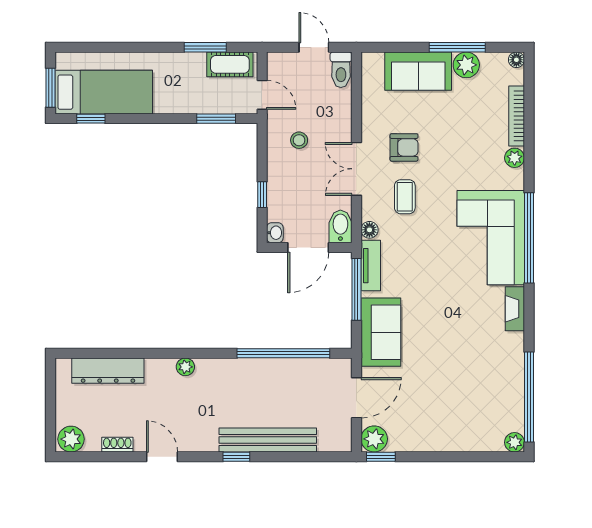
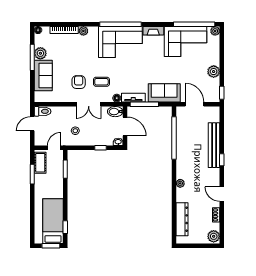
corner sofa: (492, 378) -> (186, 41), added
plant: (374, 439) -> (214, 72), moved
door: (162, 457) -> (222, 194), hinge flipped

